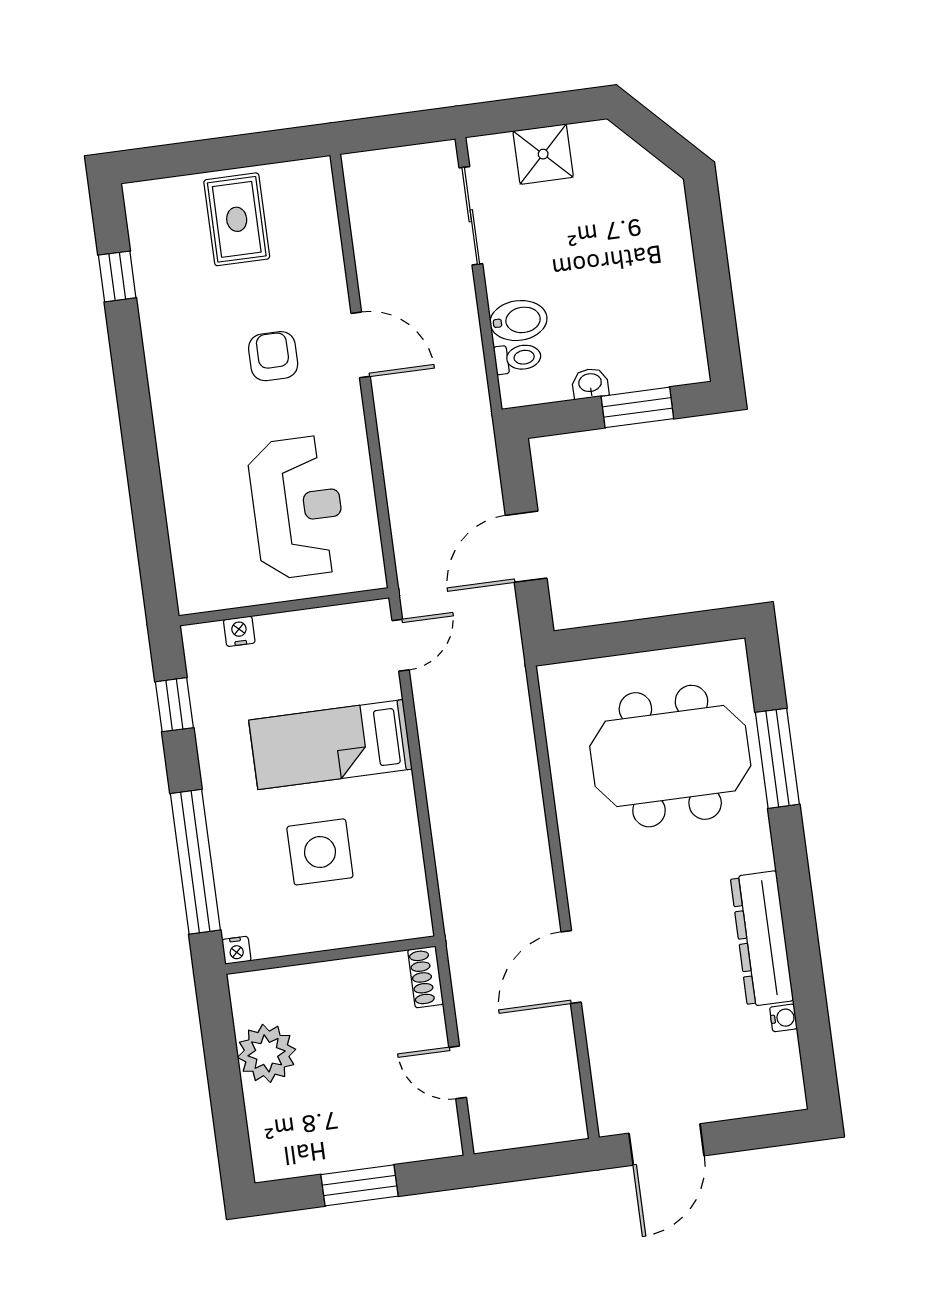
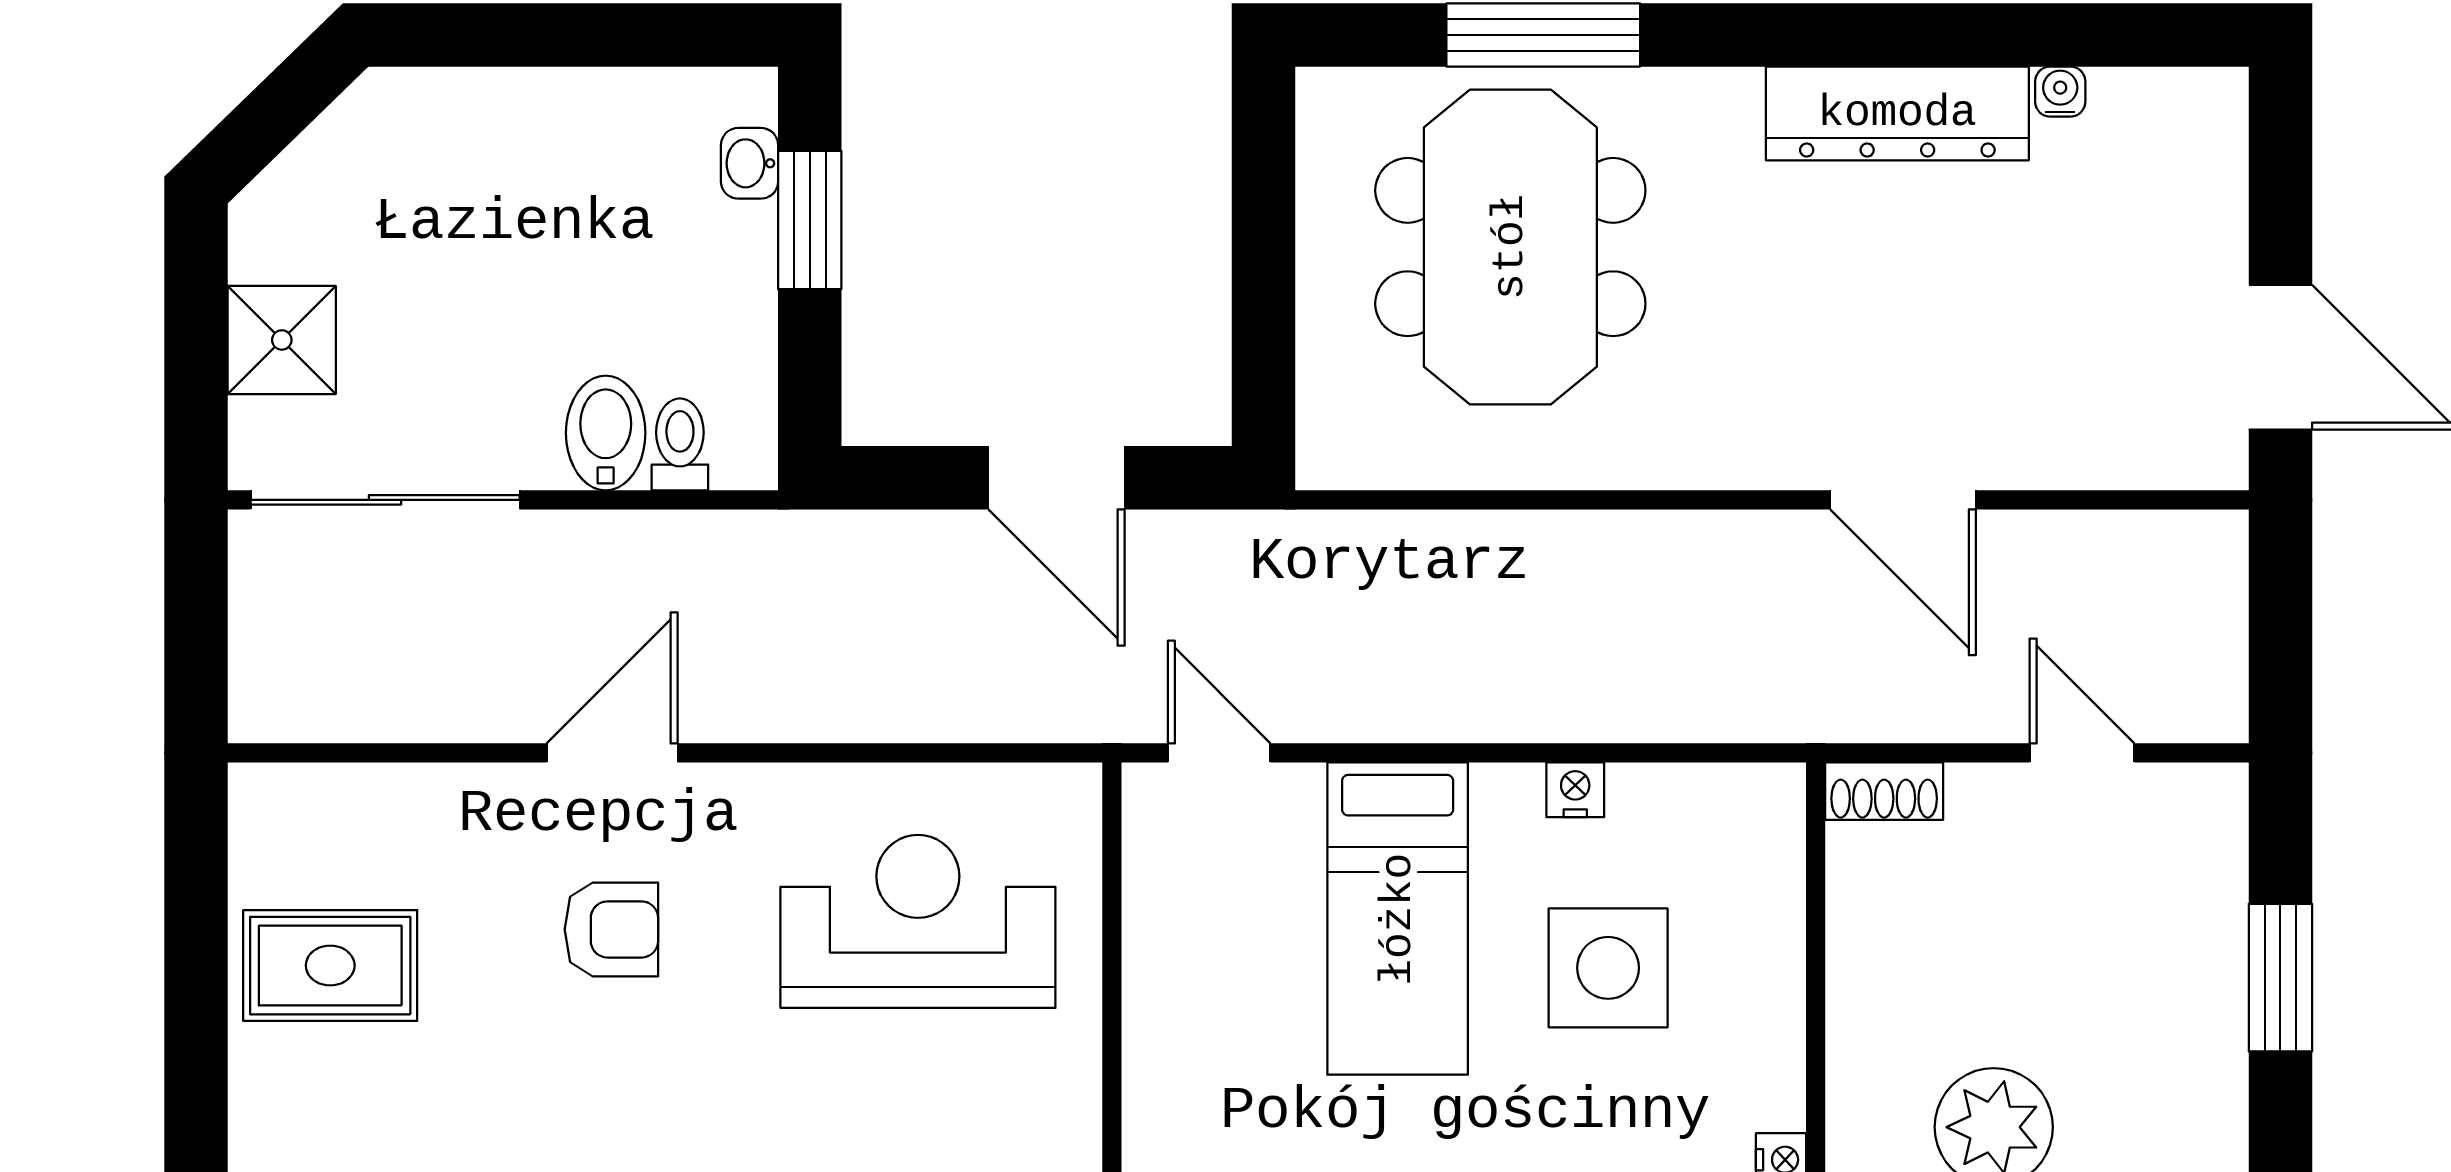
sliding door: (471, 216) -> (385, 500), width x1.37
armchair: (273, 356) -> (611, 929), turned 180
washbasin: (590, 383) -> (750, 163), moved
nightstand: (239, 631) -> (1575, 790), moved, turned 90
door: (458, 1072) -> (2082, 753), swing flipped

